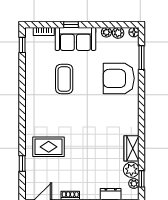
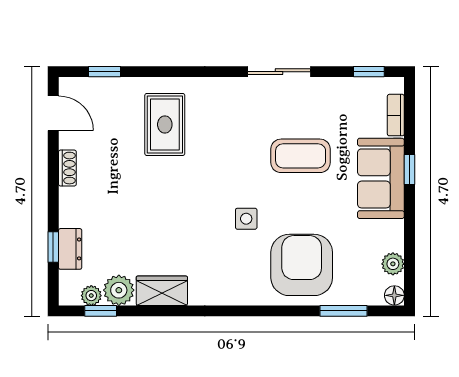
plant: (106, 32) -> (394, 240), removed
sliding door: (22, 90) -> (279, 72), added
side table: (96, 106) -> (246, 219), added
window: (22, 163) -> (105, 72), moved

